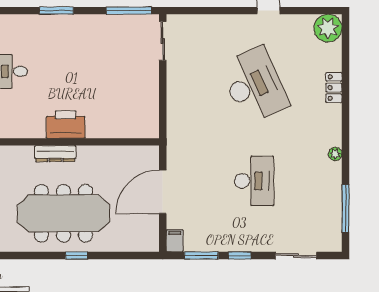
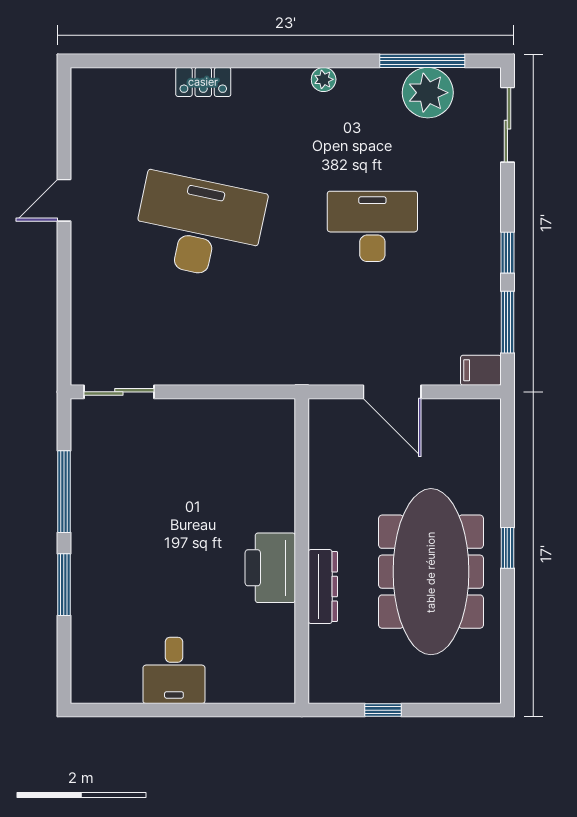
window: (129, 11) -> (64, 492), moved
plant: (328, 28) -> (428, 93), moved
desk: (254, 85) -> (199, 226), turned 36
door: (163, 192) -> (392, 392), width x0.73
sliding door: (296, 255) -> (507, 125), moved

